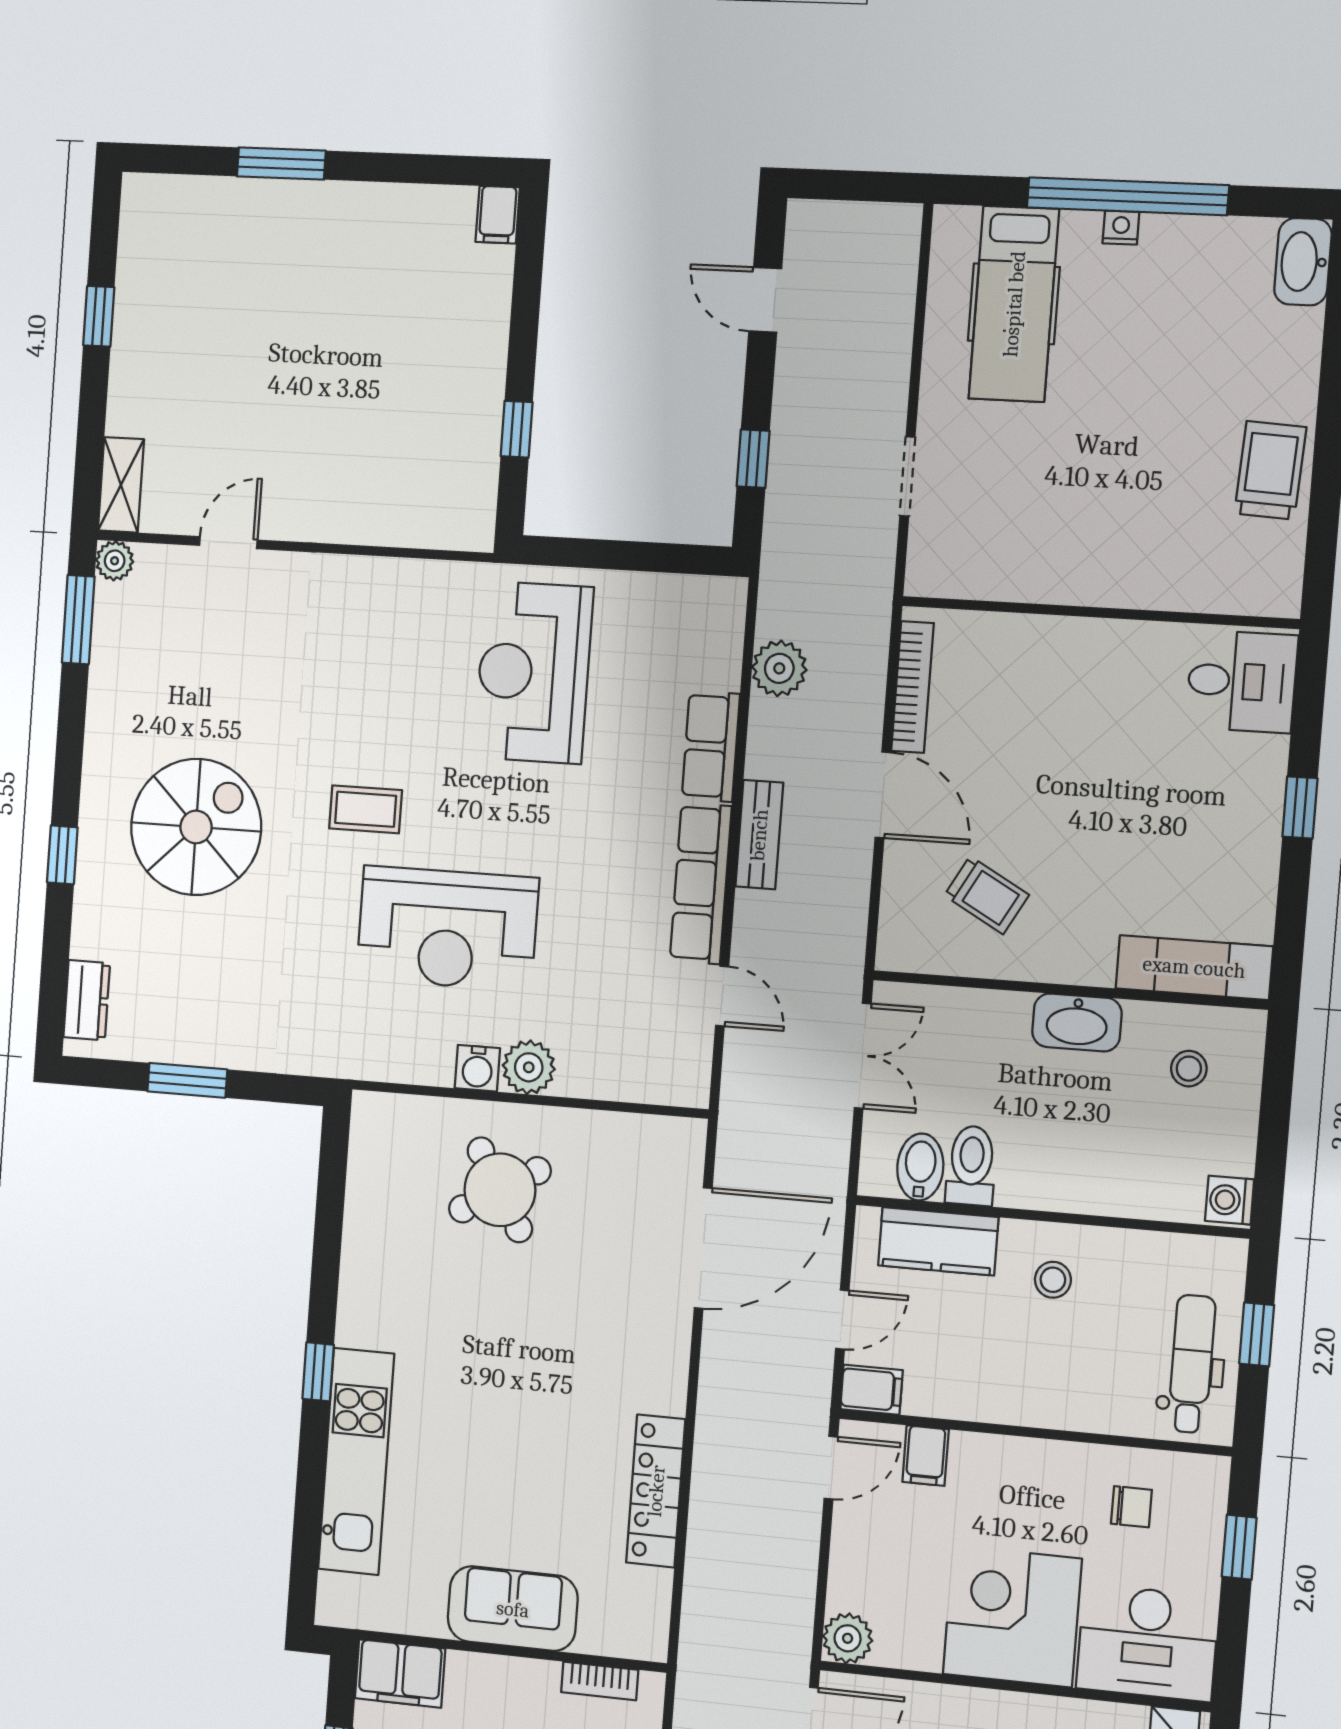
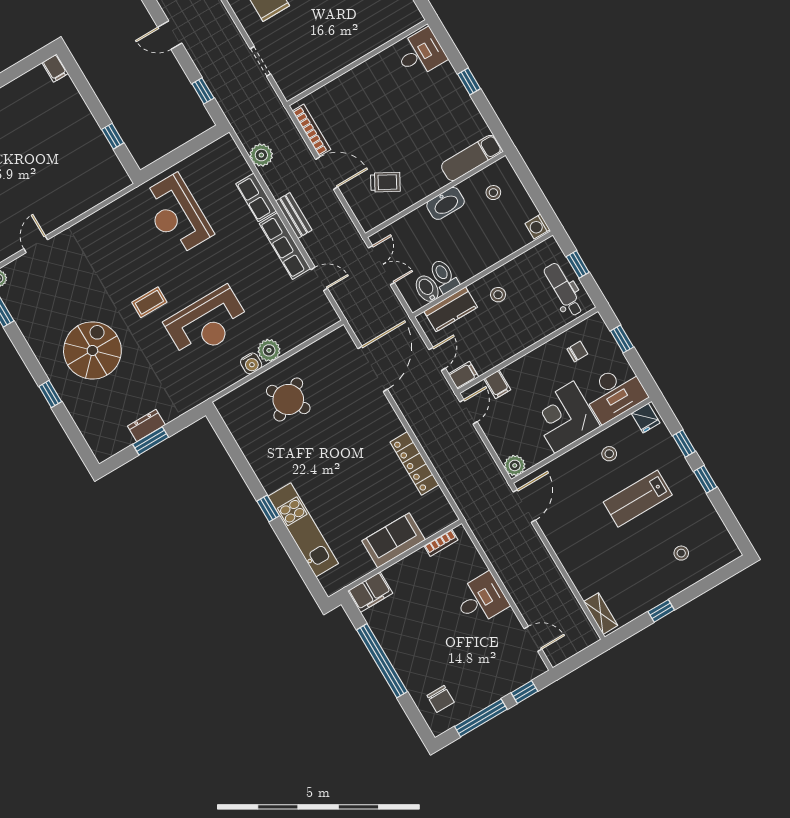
dresser: (87, 1000) -> (146, 425), moved, turned -90

